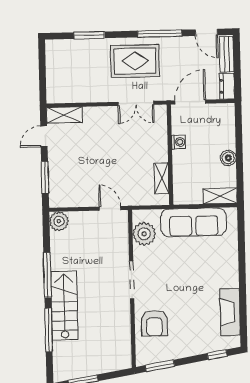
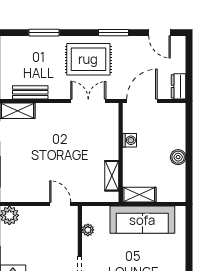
window: (160, 33) -> (114, 33), width x0.69
bench: (227, 54) -> (30, 92), moved, turned 90
double door: (136, 103) -> (88, 101), swing flipped
shelving: (220, 196) -> (139, 195), moved
plant: (144, 234) -> (88, 230), width x0.53, depth x0.53

